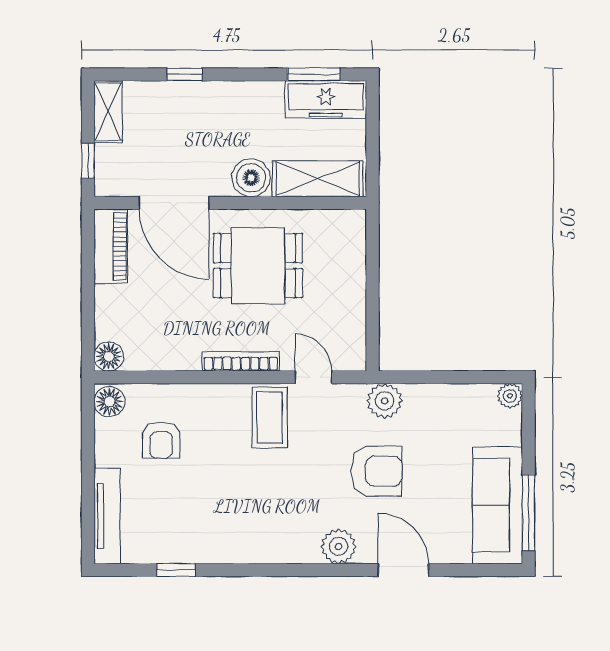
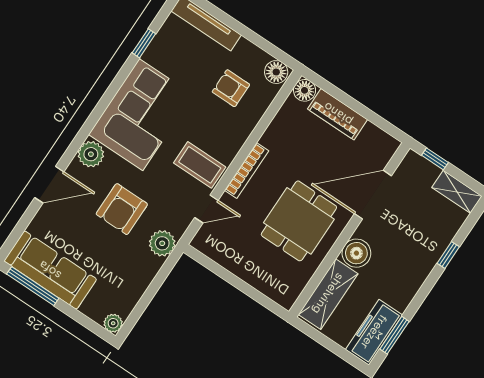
piano: (111, 246) -> (338, 114), moved
corner sofa: (258, 520) -> (141, 115), added

